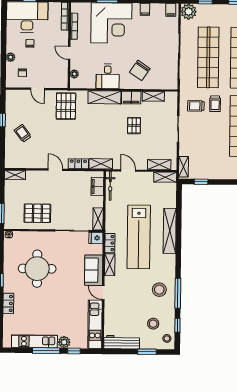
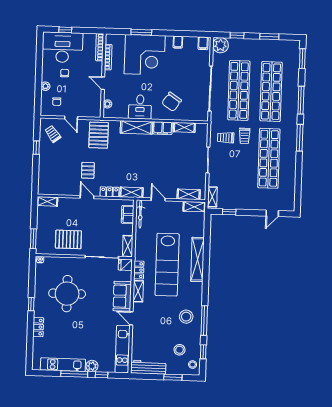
pallet: (134, 126) -> (88, 170), moved
trolley: (23, 133) -> (53, 134), moved

